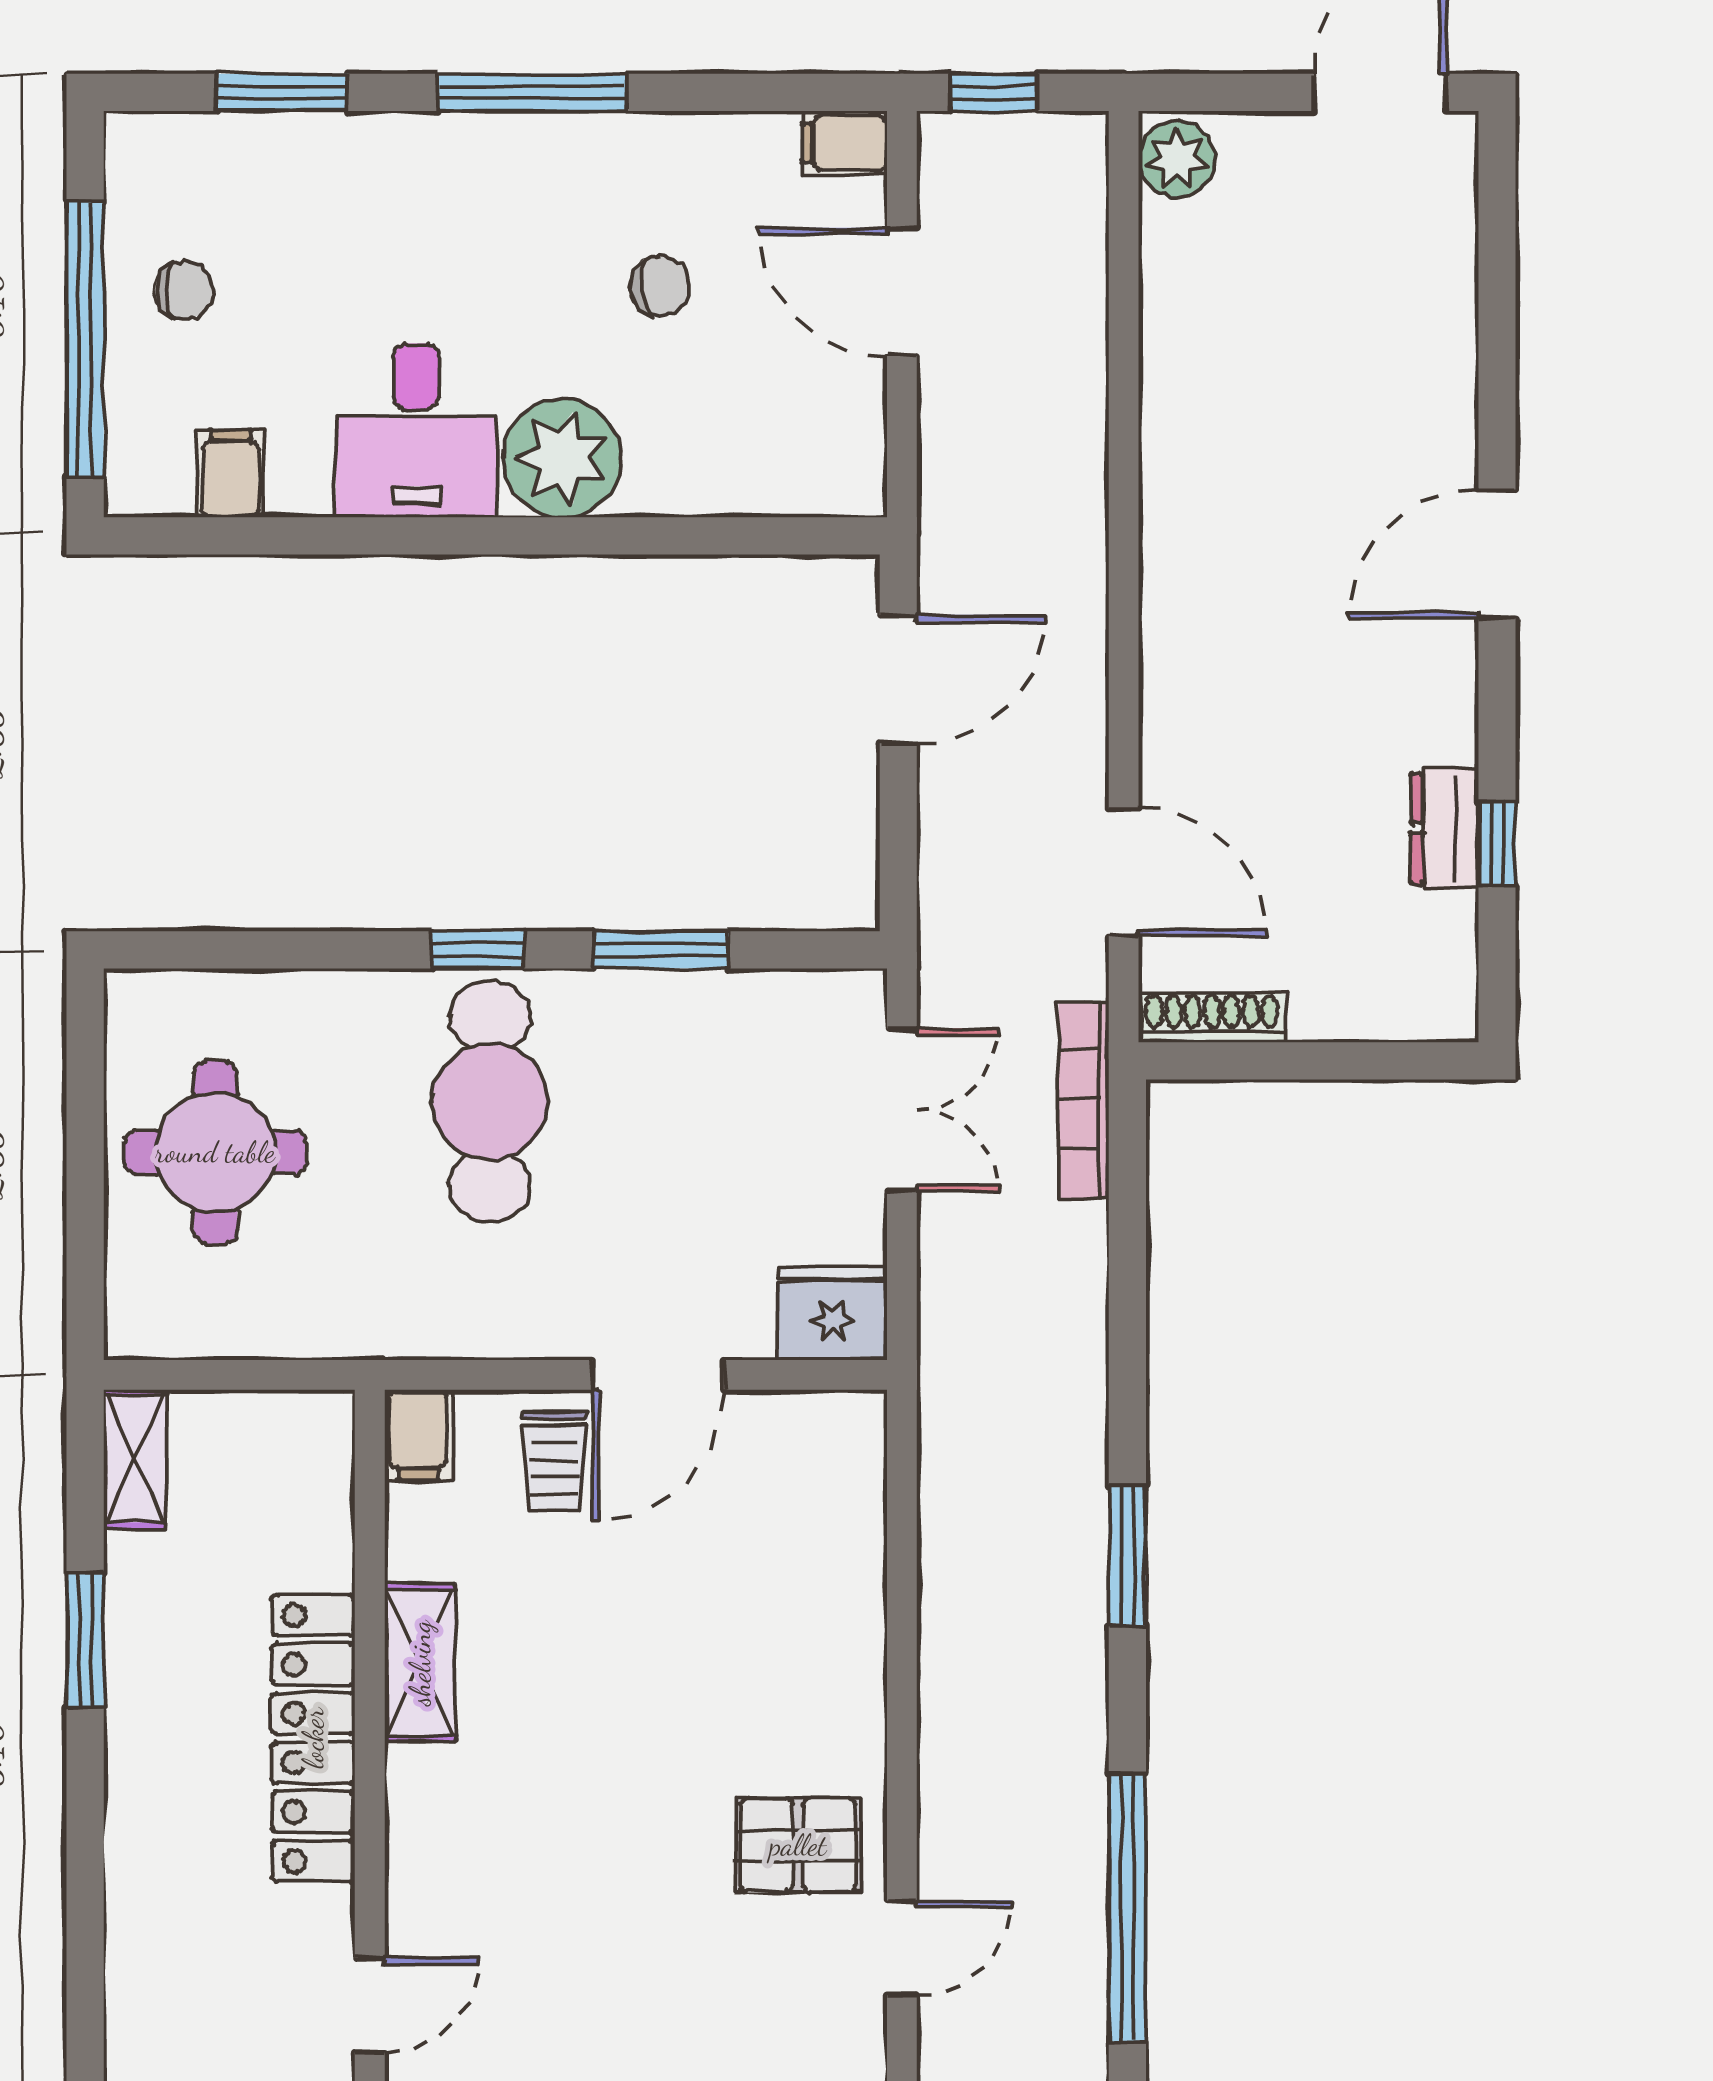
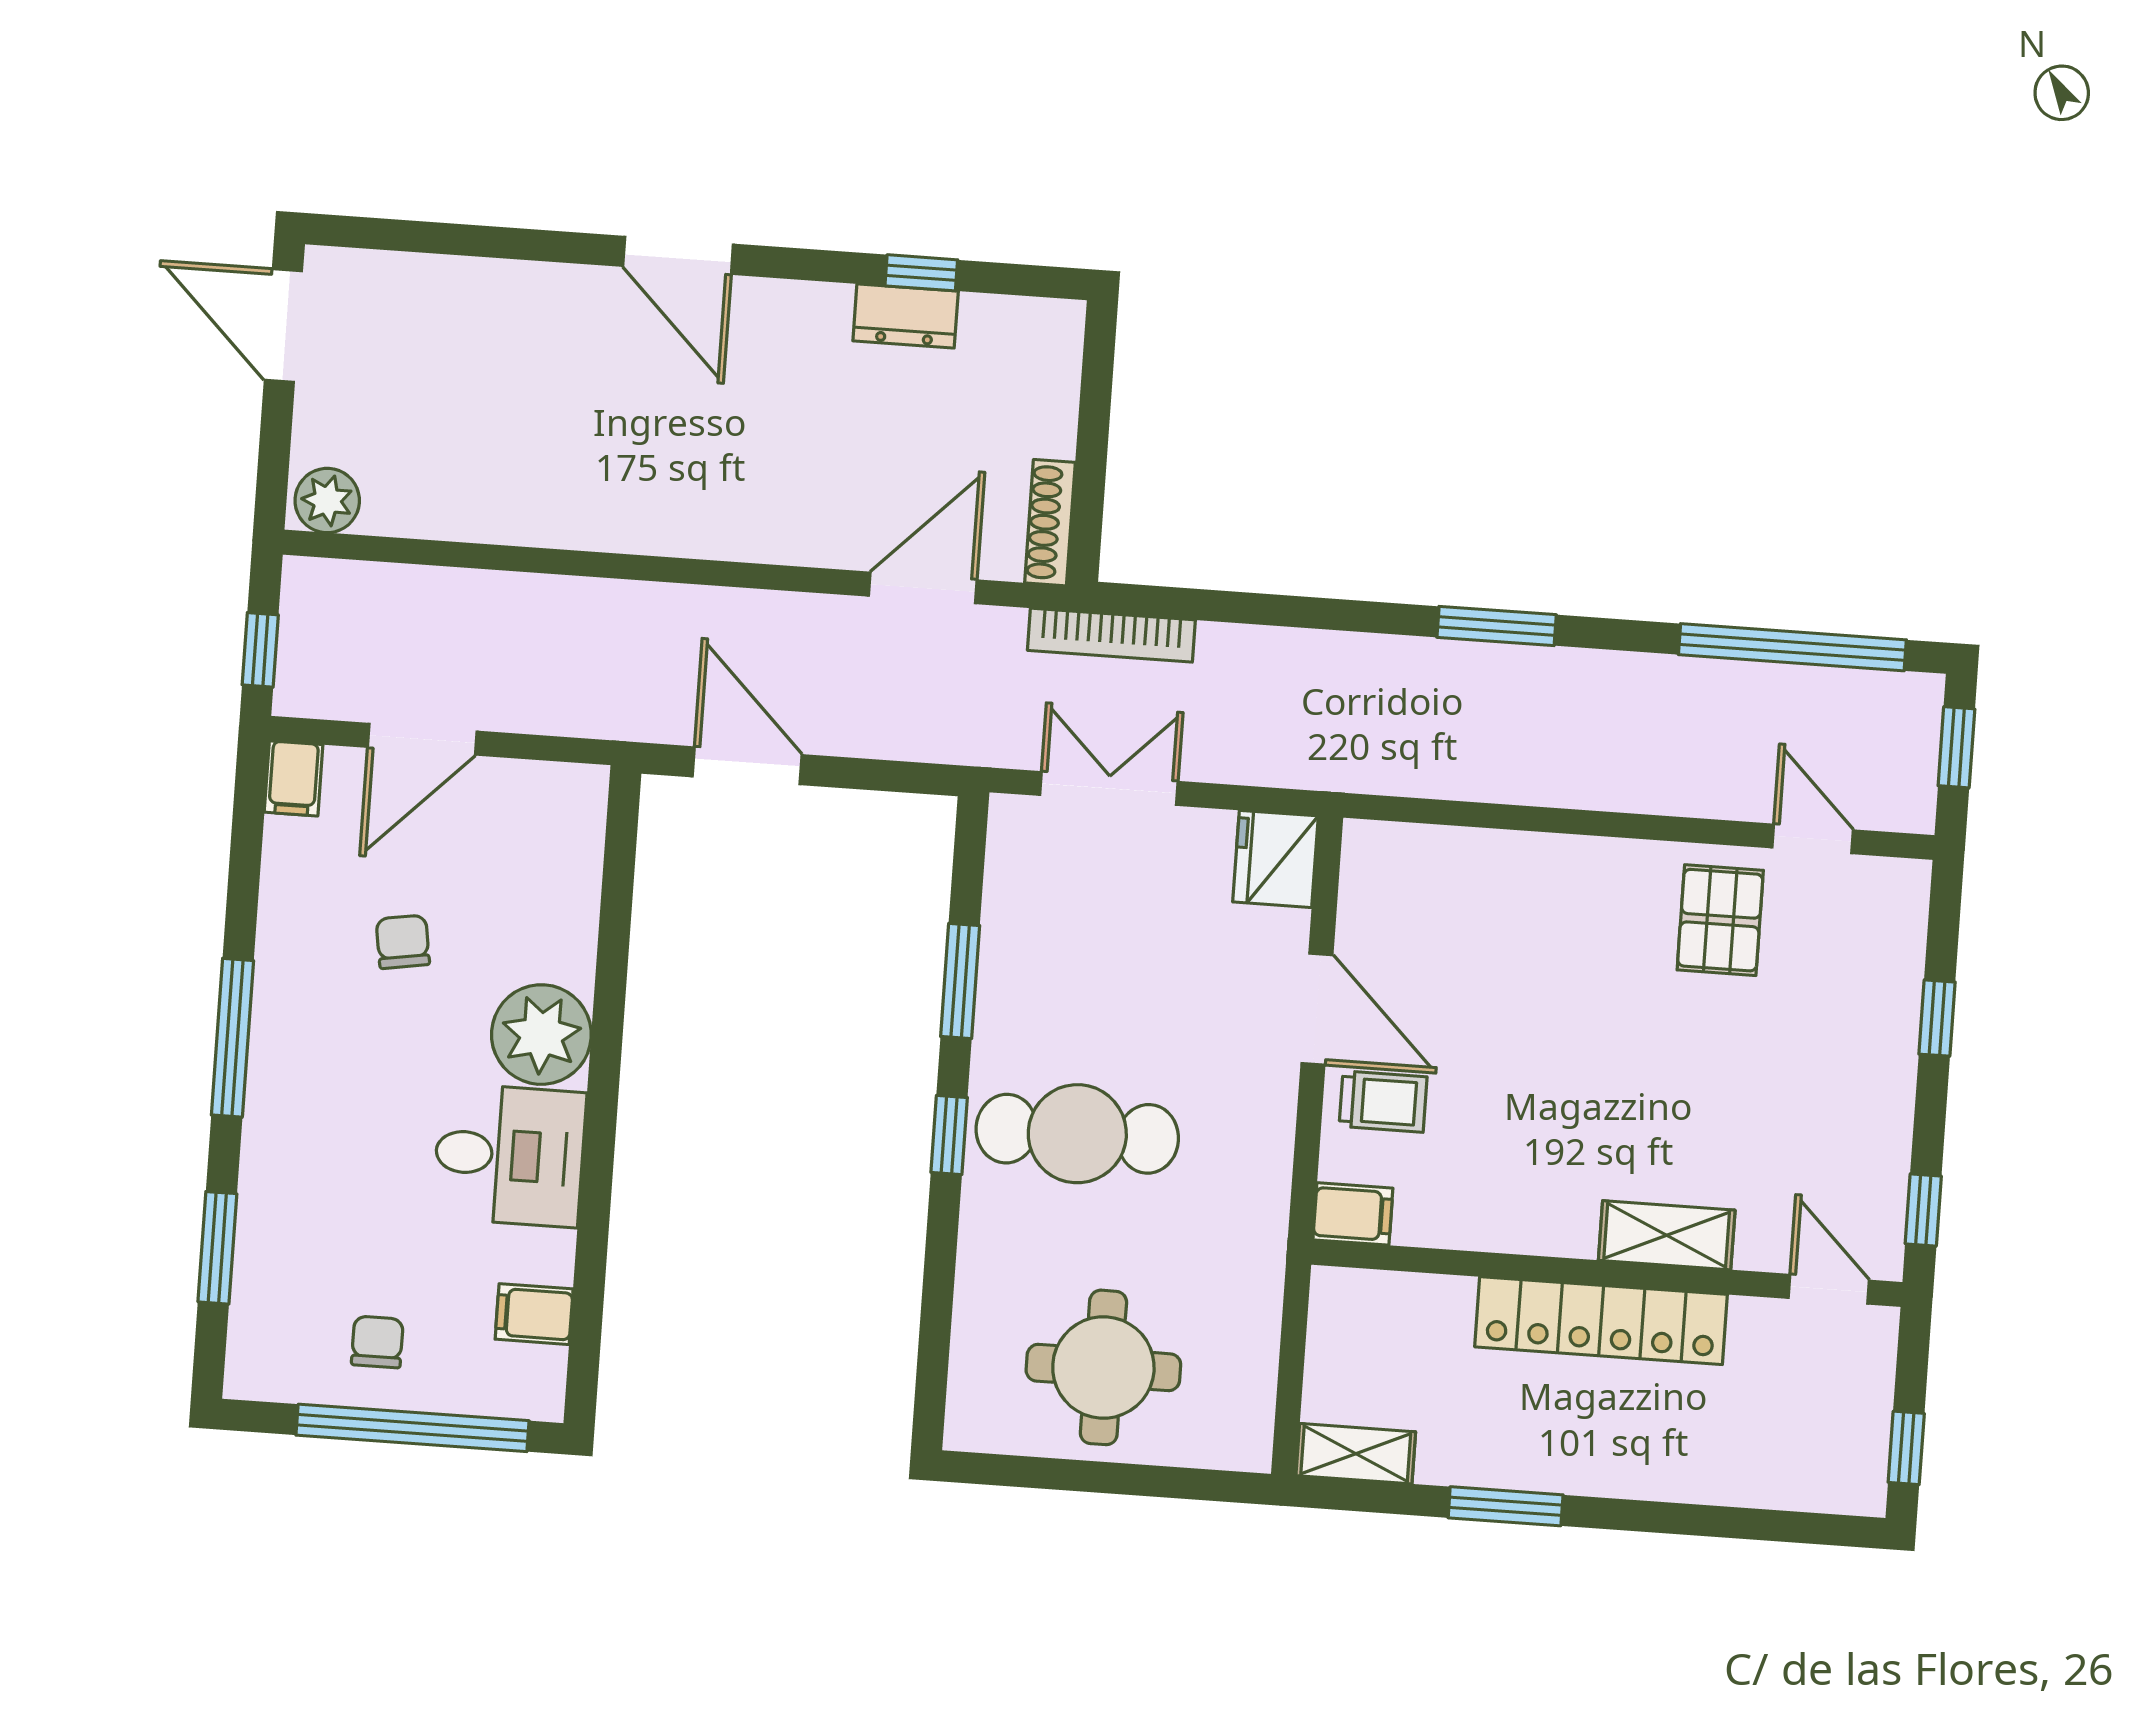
shelving: (420, 1663) -> (1667, 1235), moved

